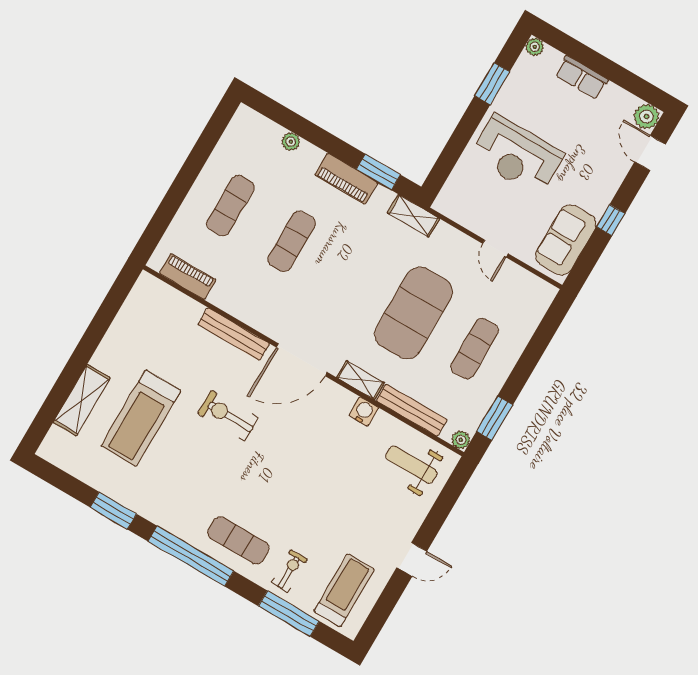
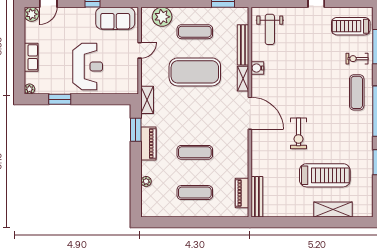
bench: (234, 334) -> (257, 197), moved
plant: (461, 440) -> (162, 17), moved, width x1.87, depth x1.87

